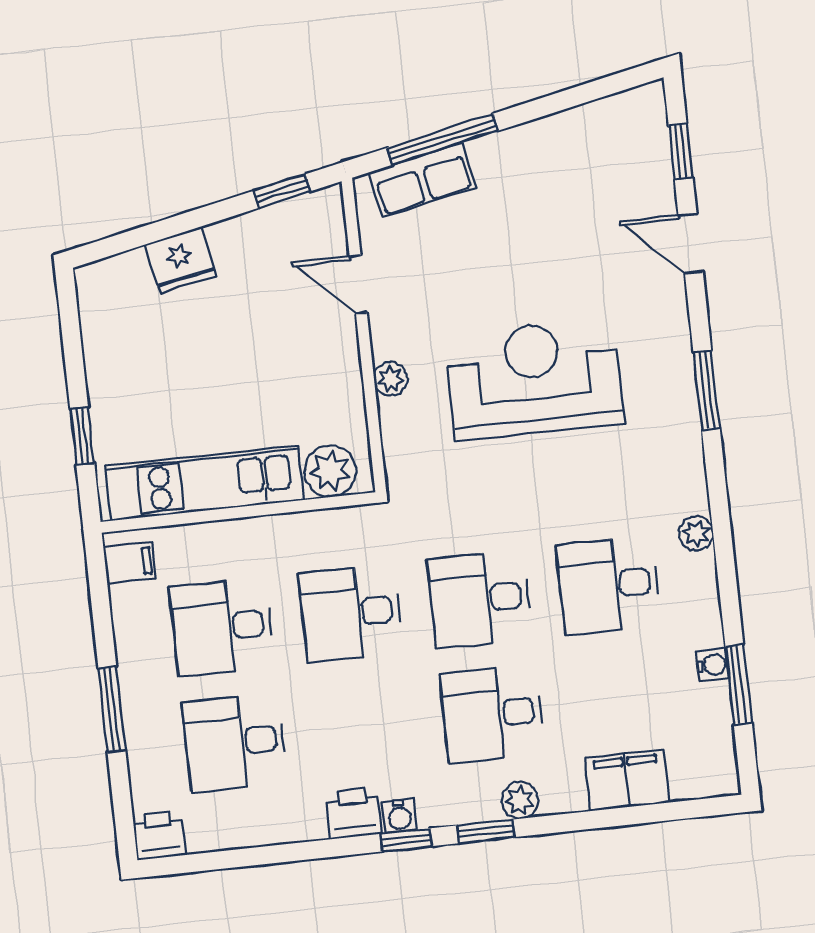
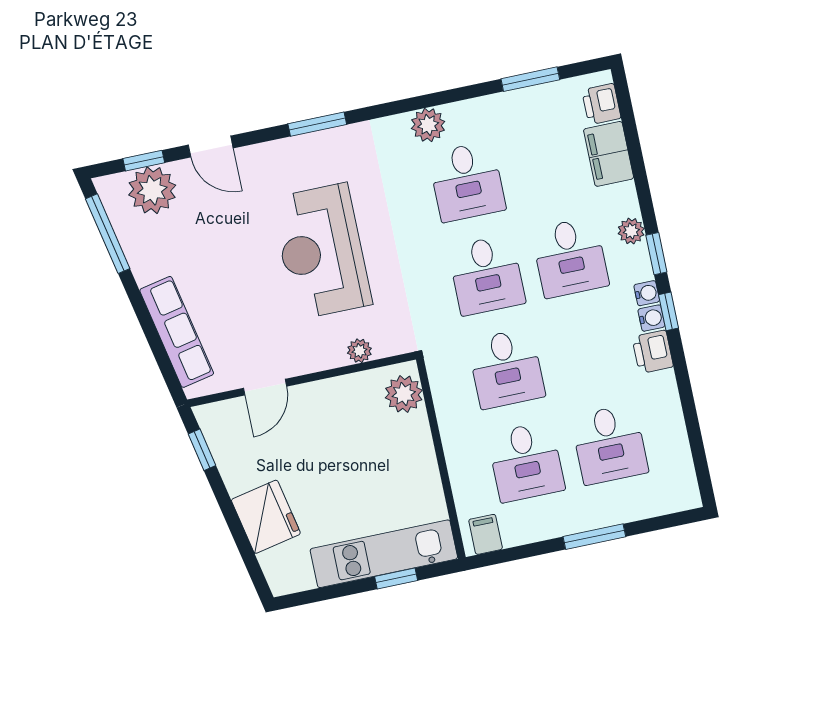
window: (443, 139) -> (108, 234), moved
plant: (640, 159) -> (152, 190), added
row of seats: (422, 180) -> (177, 332), width x1.48
door: (691, 244) -> (211, 147), hinge flipped
fridge: (180, 260) -> (266, 517), width x1.36, depth x1.34
plant: (391, 379) -> (359, 351), moved
kitchen unit: (204, 483) -> (384, 554), moved, turned 90
plant: (696, 533) -> (428, 125), width x1.38, depth x1.38
water cooler: (712, 665) -> (647, 293), moved, turned 90
printer: (159, 835) -> (601, 104), moved

